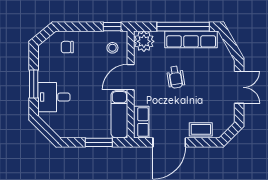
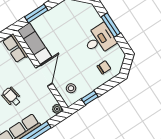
window: (112, 27) -> (90, 98), moved
plant: (144, 41) -> (57, 109), width x0.53, depth x0.53
desk: (54, 97) -> (99, 40), moved

